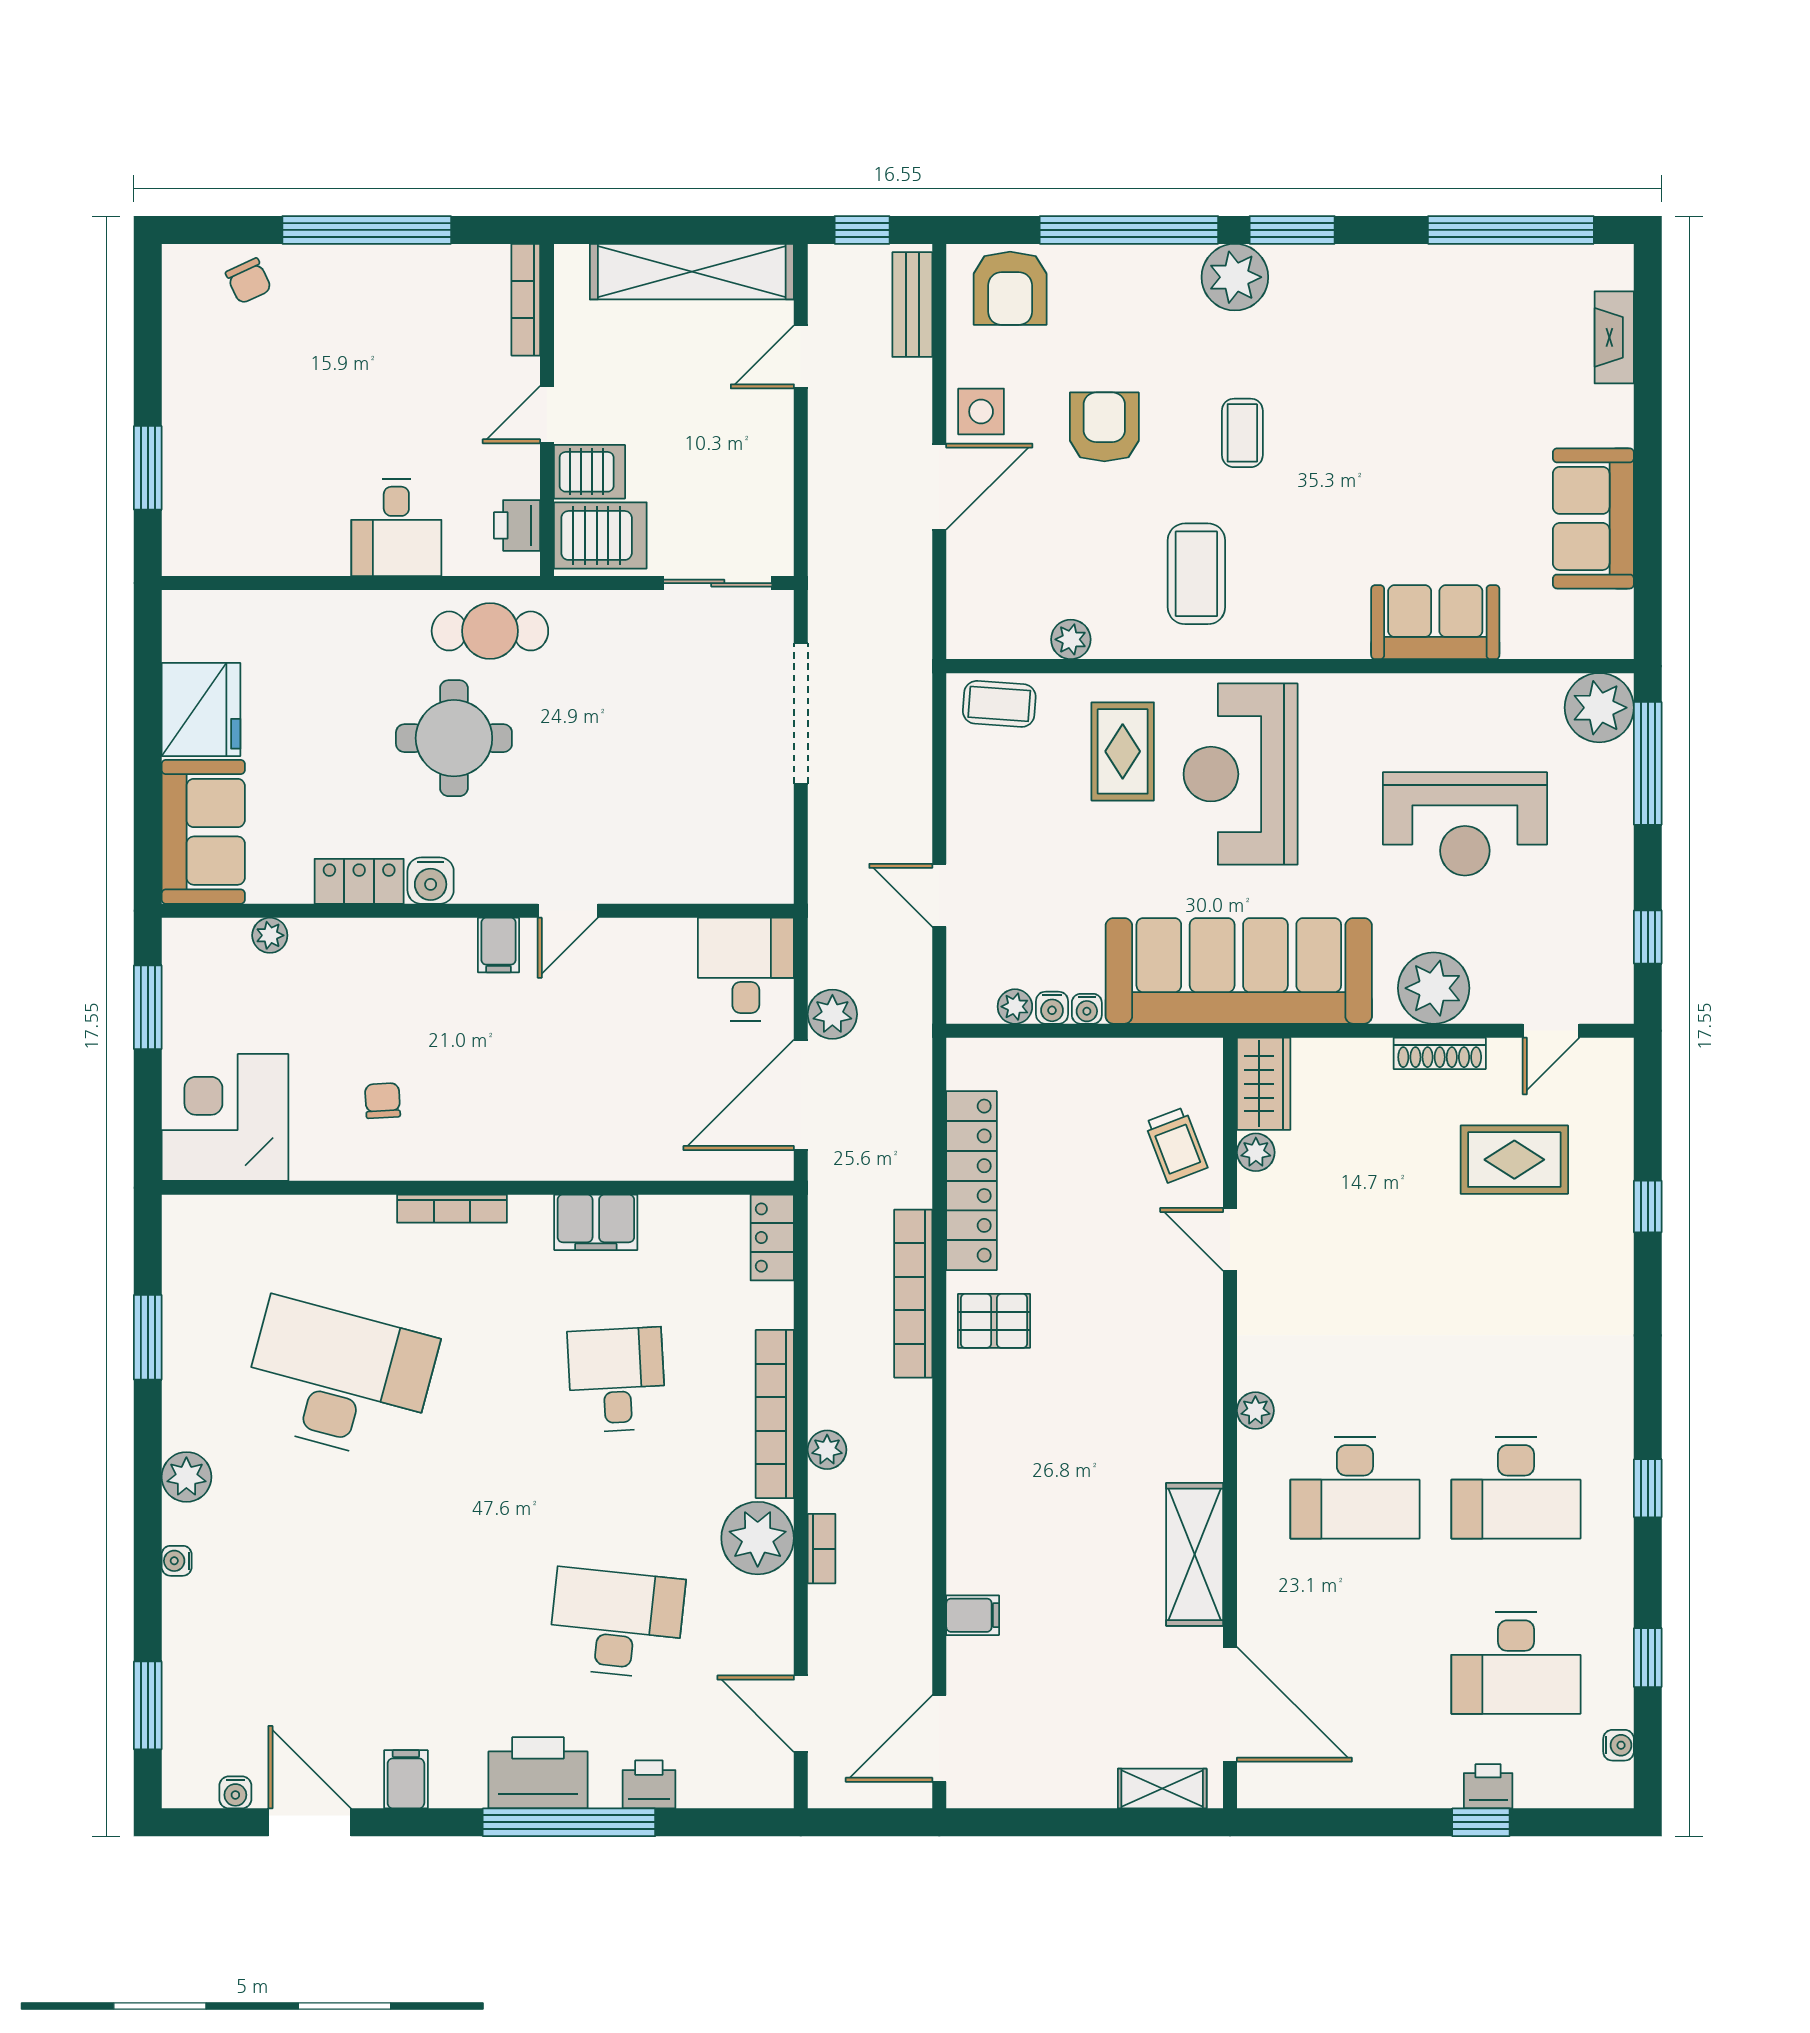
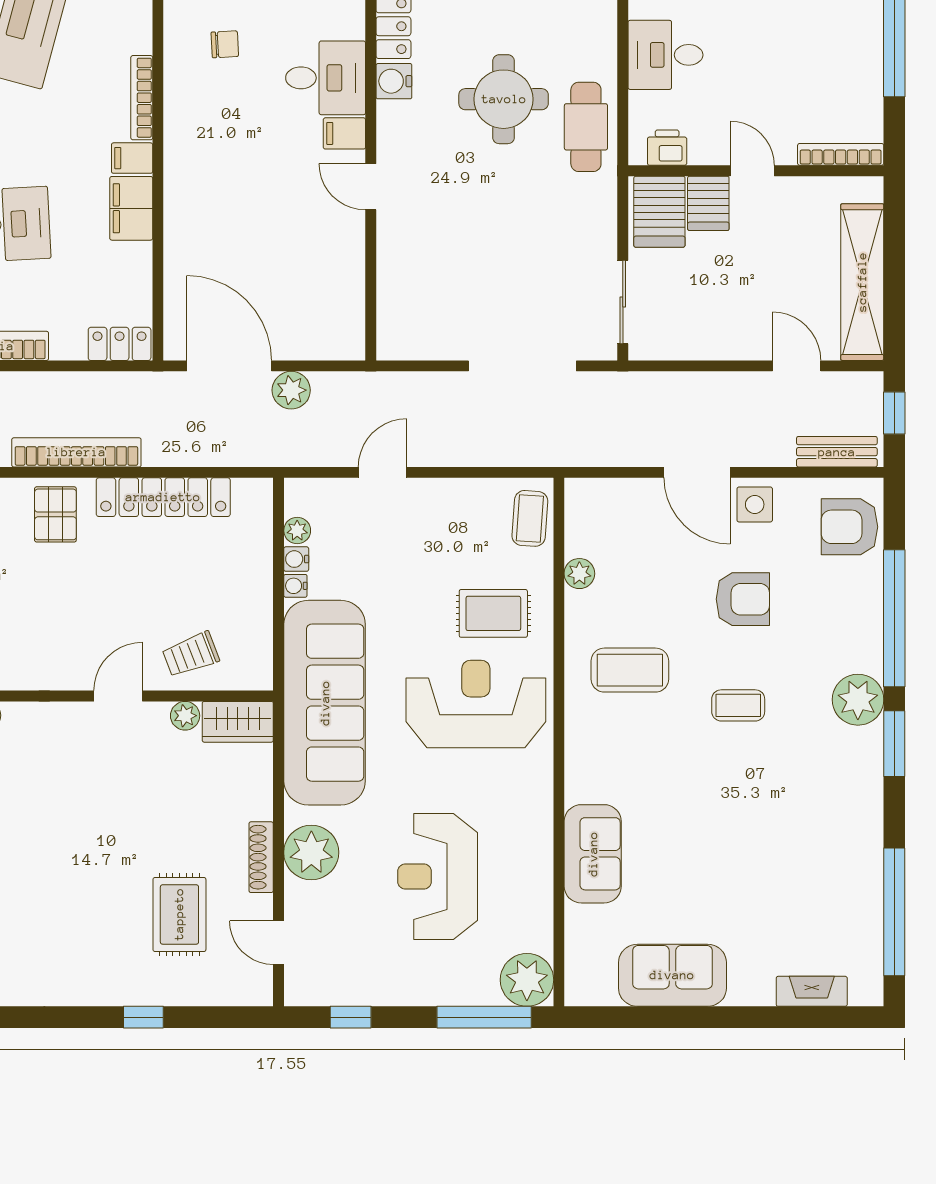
desk: (746, 970) -> (326, 78), moved
filing cabinet: (531, 1221) -> (132, 158), added

